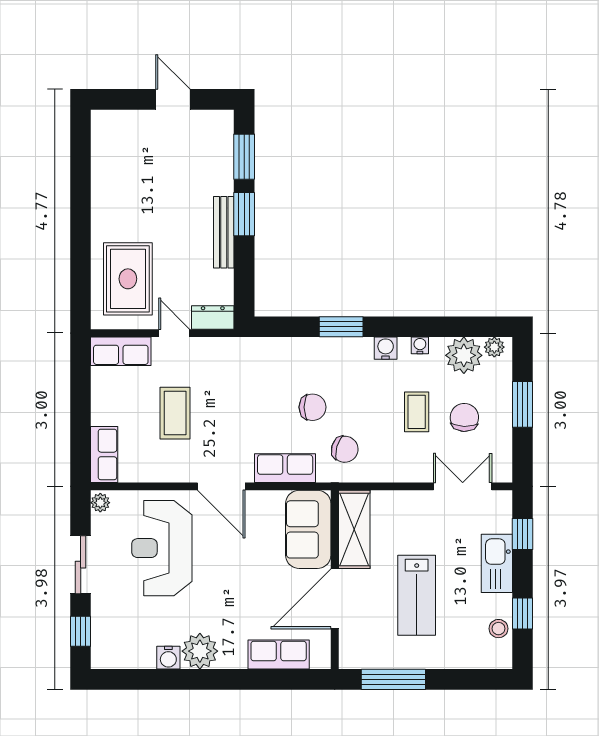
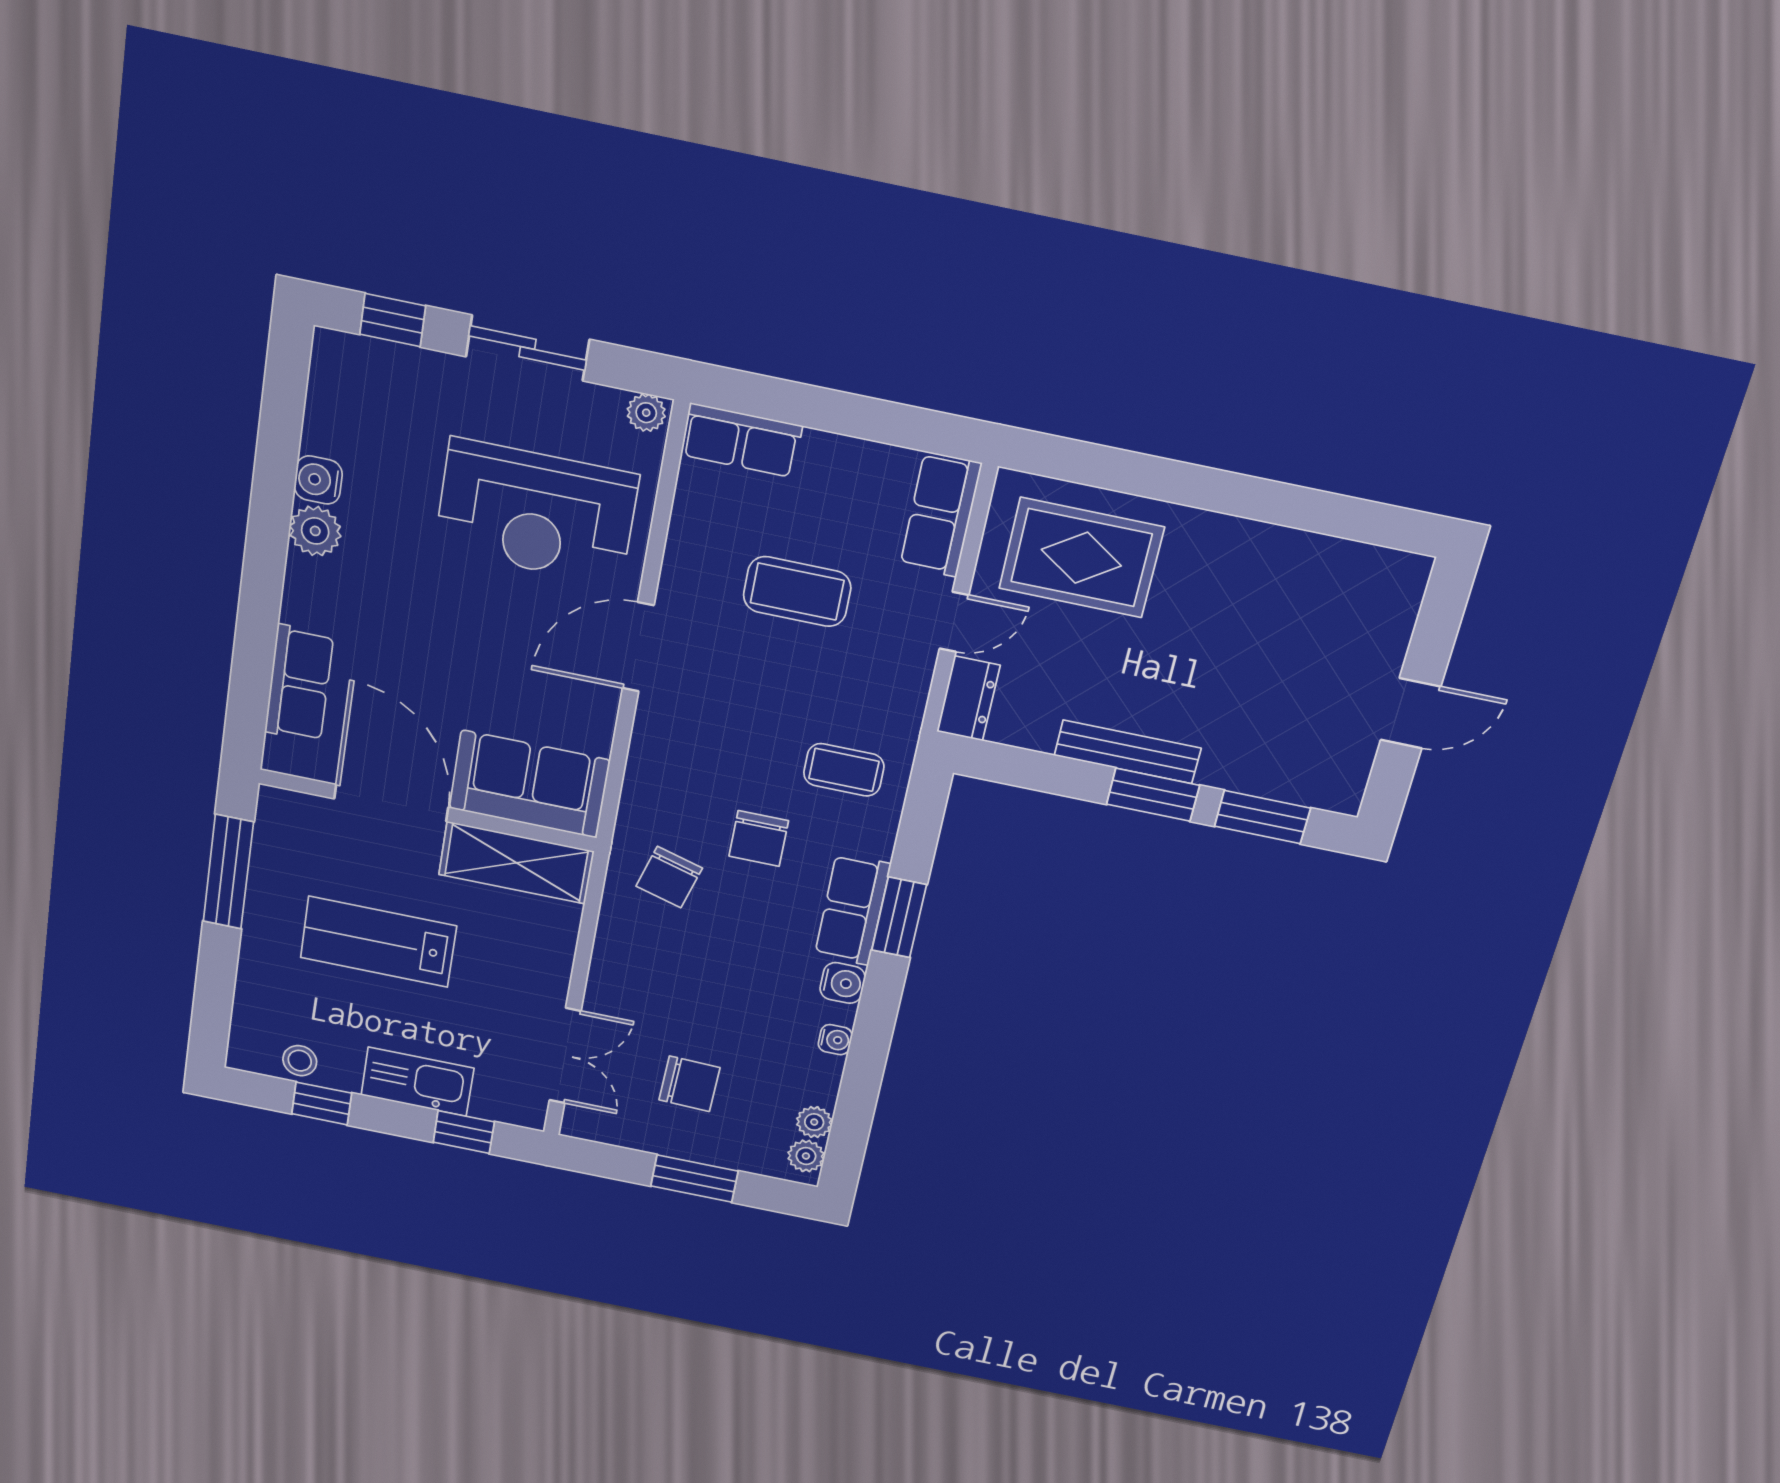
plant: (464, 355) -> (814, 1122), width x0.53, depth x0.53
coffee table: (417, 412) -> (844, 770), moved
row of seats: (285, 468) -> (853, 909), moved, turned 180
reception desk: (162, 548) -> (536, 512), turned 180
plant: (200, 651) -> (315, 531), width x0.73, depth x0.73

